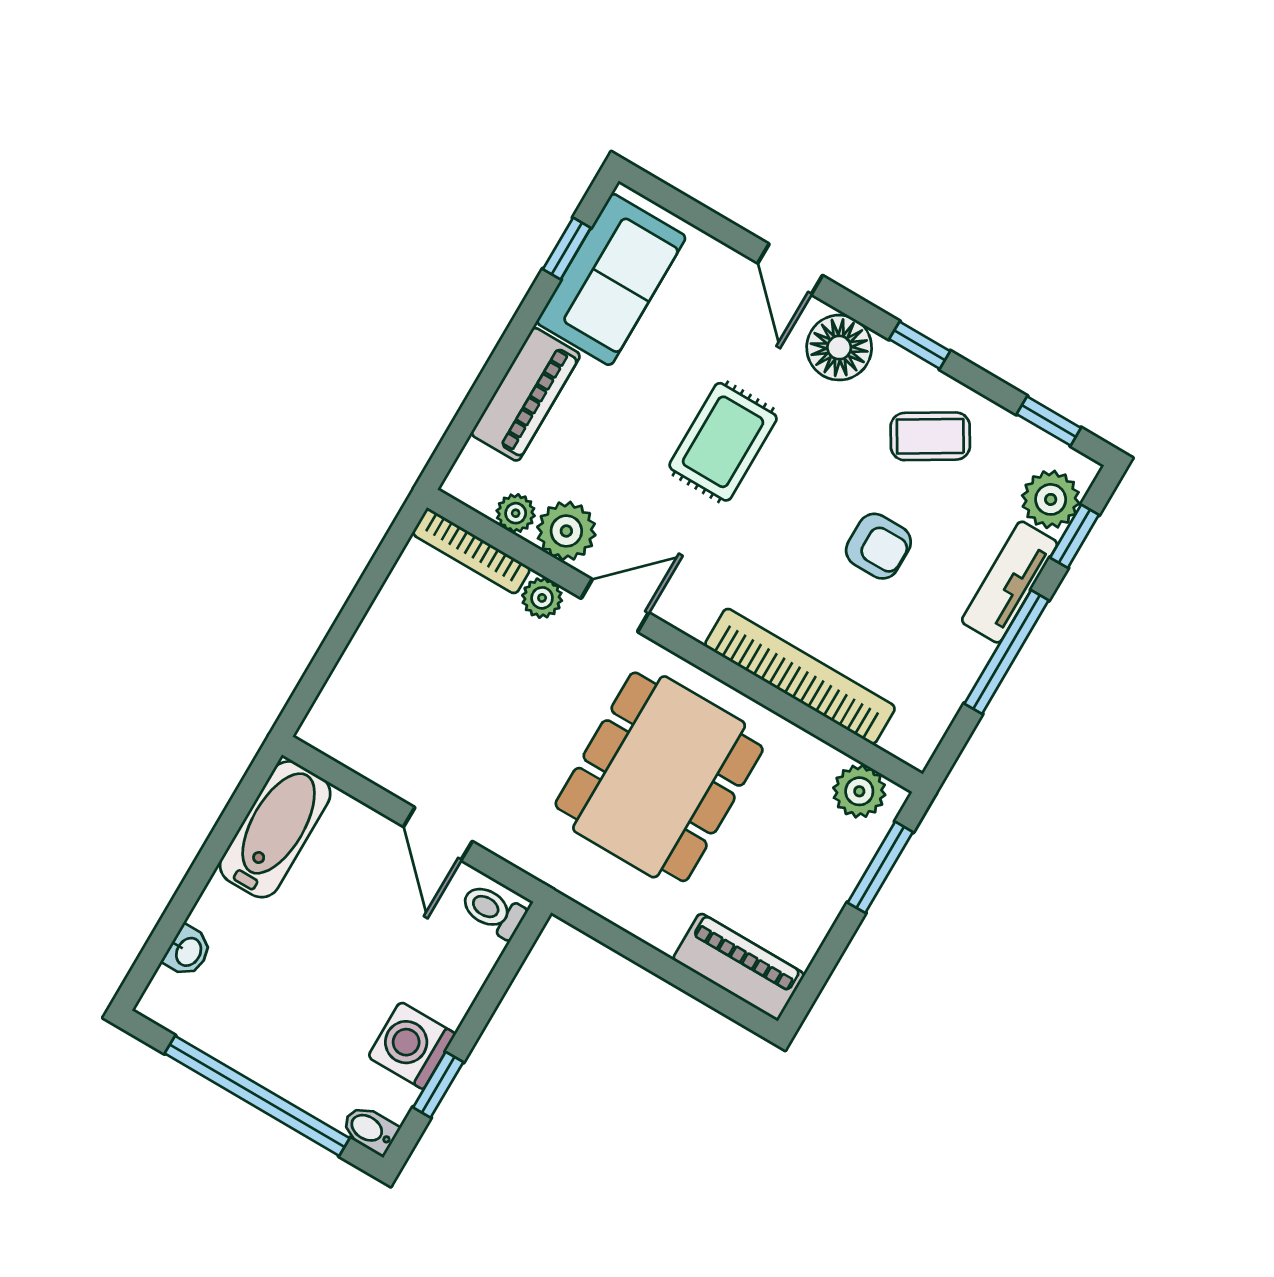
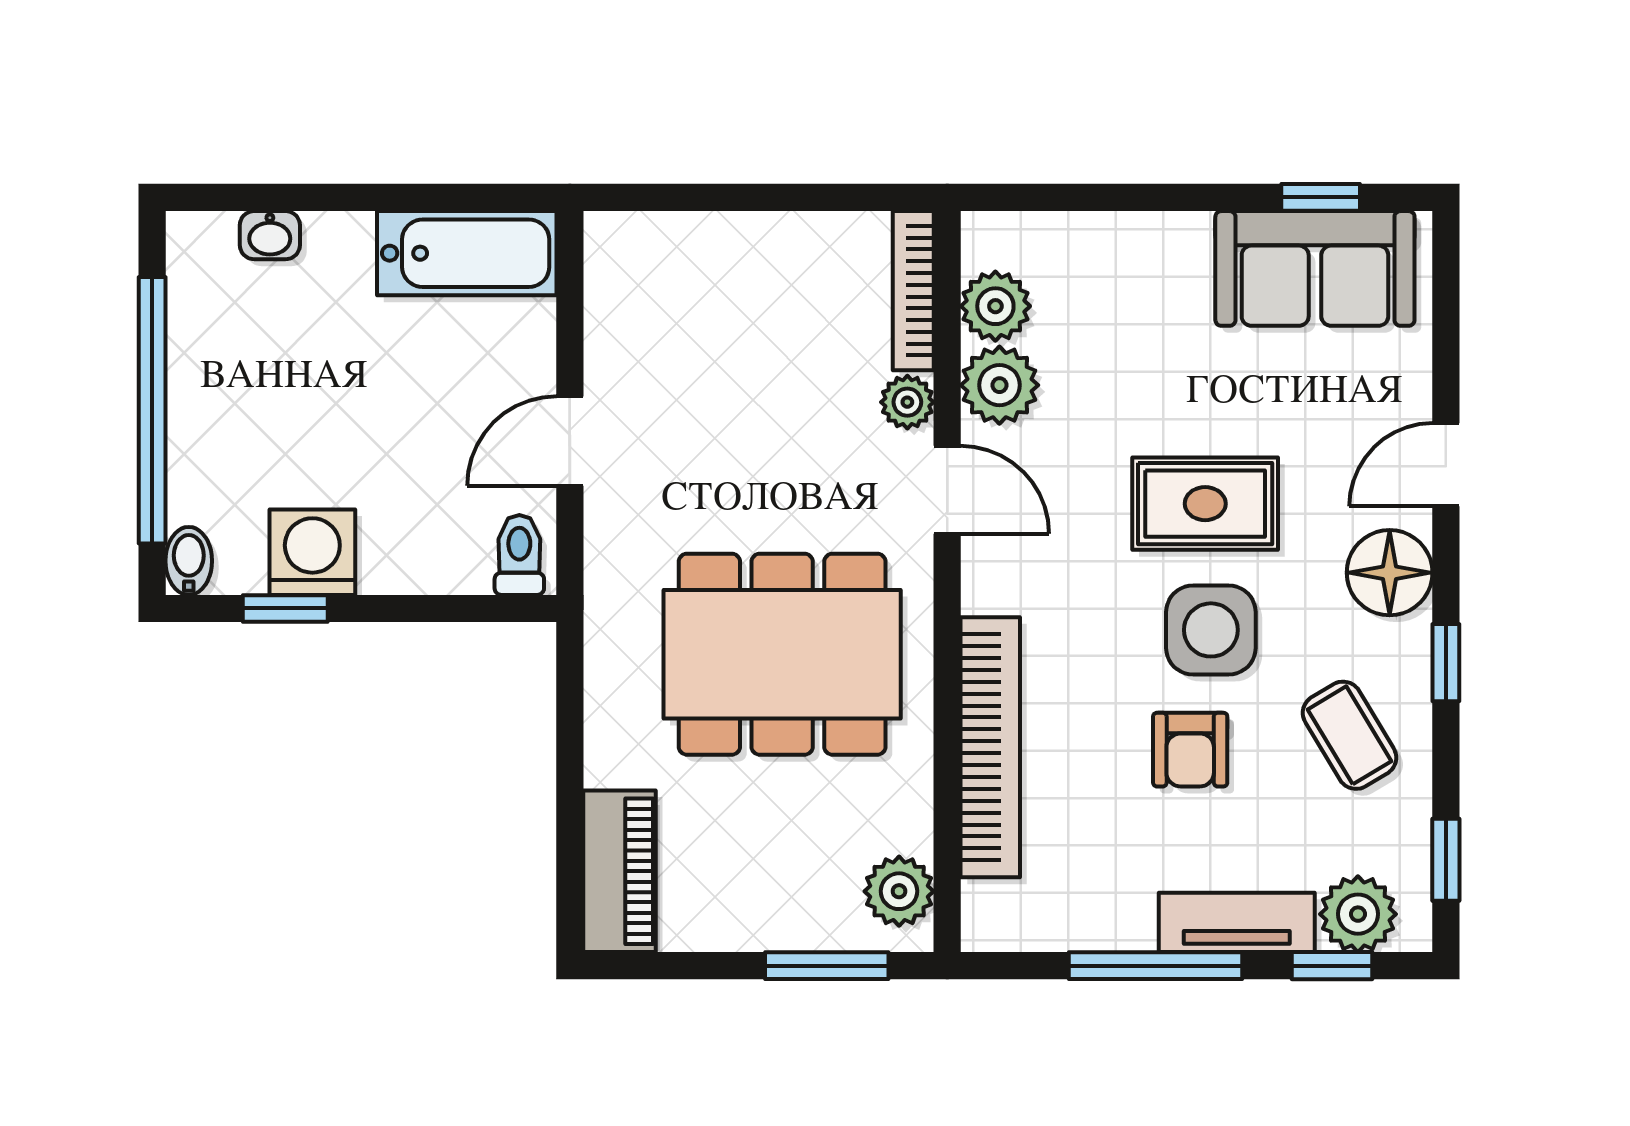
piano: (526, 394) -> (1128, 248), removed
side table: (808, 487) -> (1211, 630), added
plant: (516, 513) -> (995, 306), width x1.38, depth x1.38

